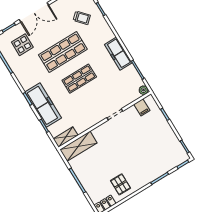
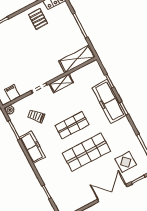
trolley: (82, 18) -> (36, 116), moved
shelving: (66, 137) -> (61, 83), moved

